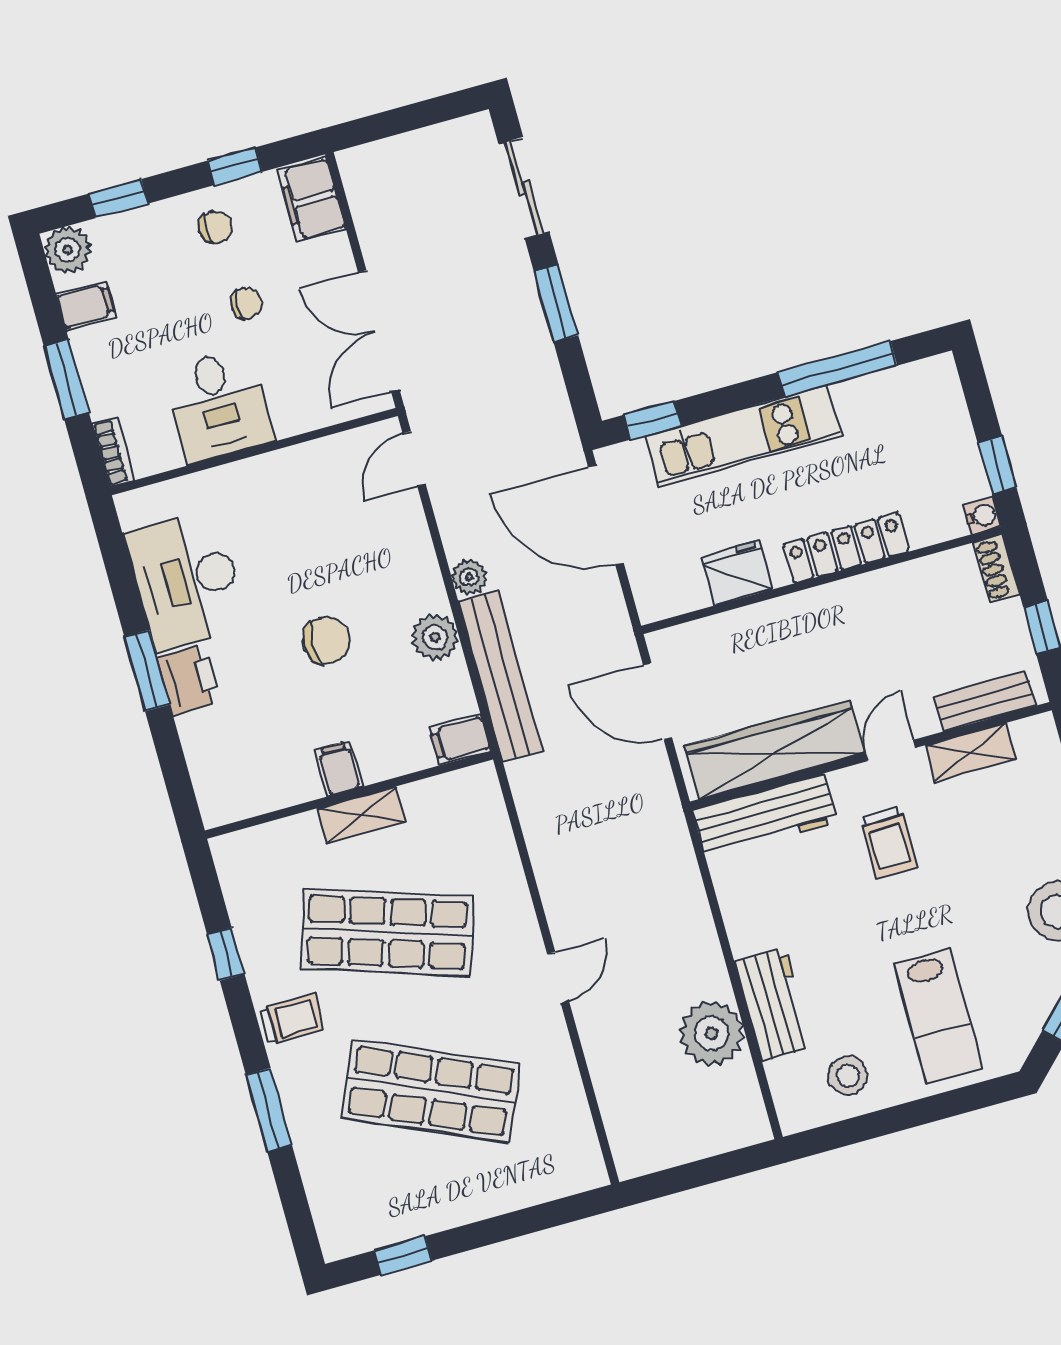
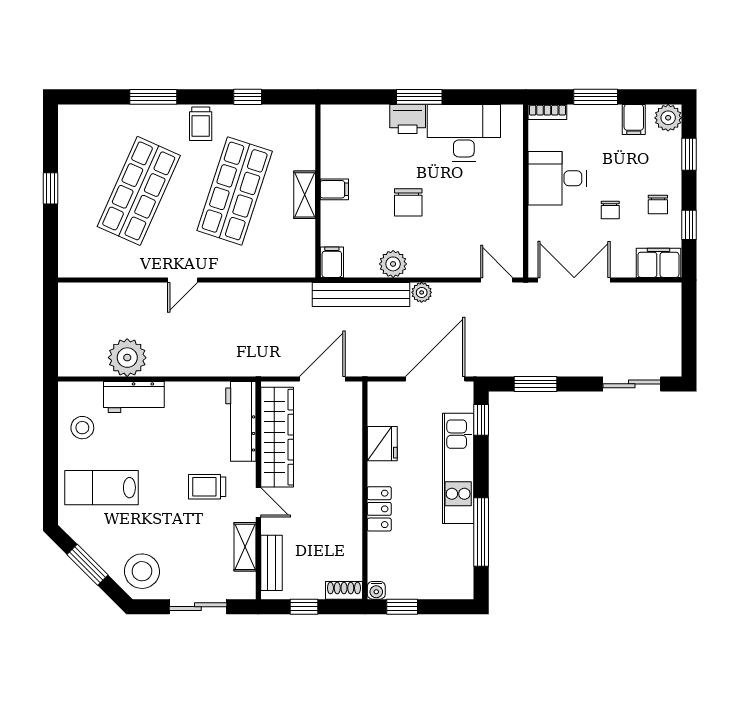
window: (556, 303) -> (535, 384), moved
locker: (846, 548) -> (379, 509), width x0.66
door: (558, 977) -> (183, 280), hinge flipped
window: (403, 1256) -> (51, 188), moved

